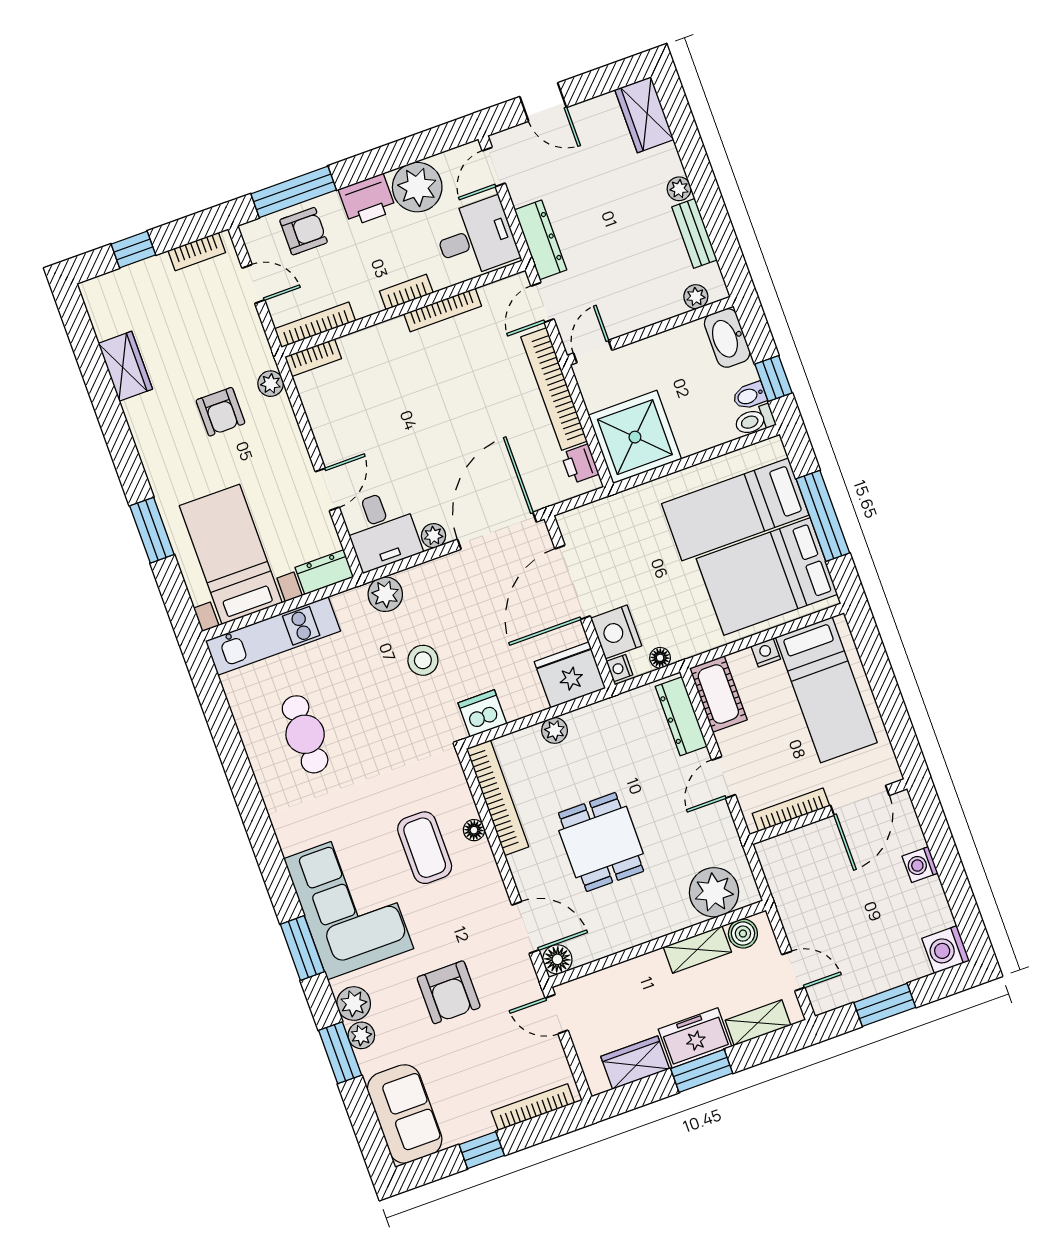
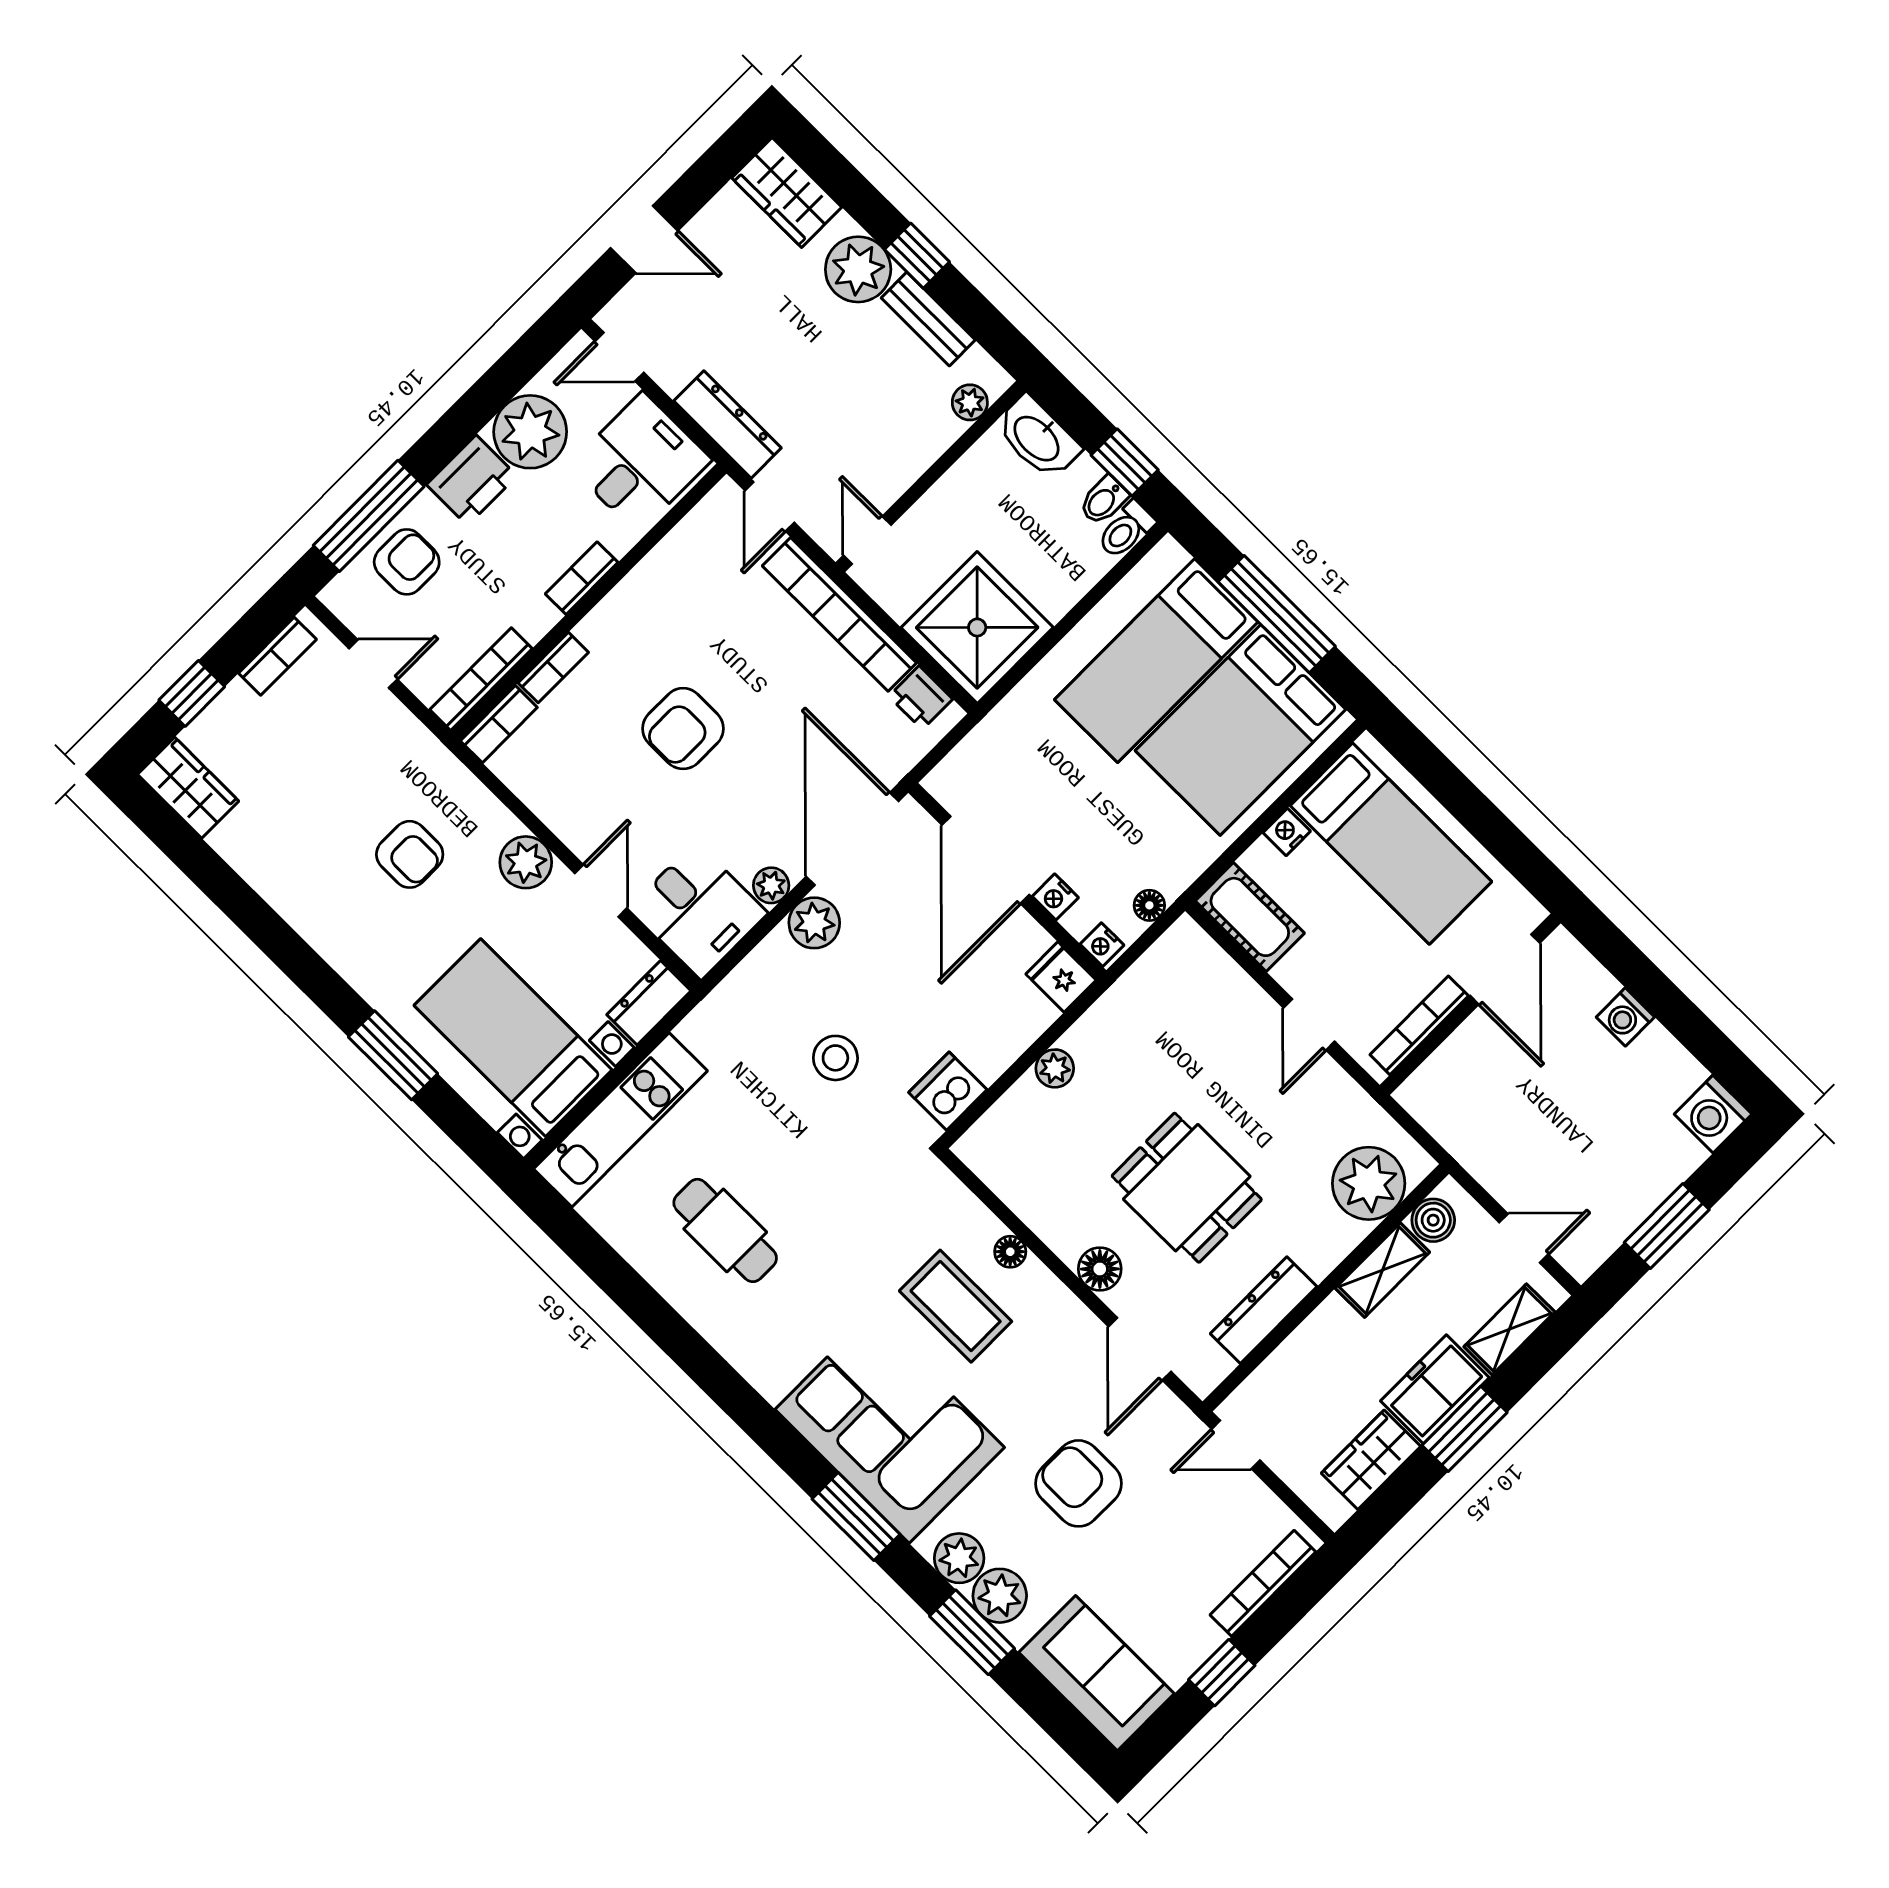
door: (494, 167) -> (619, 357), hinge flipped
plant: (679, 189) -> (858, 269), width x1.88, depth x1.88
window: (706, 191) -> (917, 256), added
bookcase: (443, 310) -> (553, 668), moved, width x0.64
wardrobe: (125, 366) -> (188, 788), moved
plant: (271, 384) -> (526, 862), moved, width x1.38, depth x1.38
armchair: (425, 414) -> (683, 729), added
plant: (385, 594) -> (814, 923), moved
nightstand: (616, 632) -> (1055, 897), width x0.53, depth x0.56
fridge: (570, 675) -> (1061, 977), width x0.53, depth x0.75
dresser: (681, 716) -> (1264, 1310), moved, turned 90
bookcase: (497, 798) -> (1021, 1194), removed
door: (525, 927) -> (1140, 1349), swing flipped
floor lamp: (557, 959) -> (1100, 1269), moved
armchair: (449, 992) -> (1078, 1483), turned 180
plant: (361, 1035) -> (1000, 1596), width x1.38, depth x1.38

